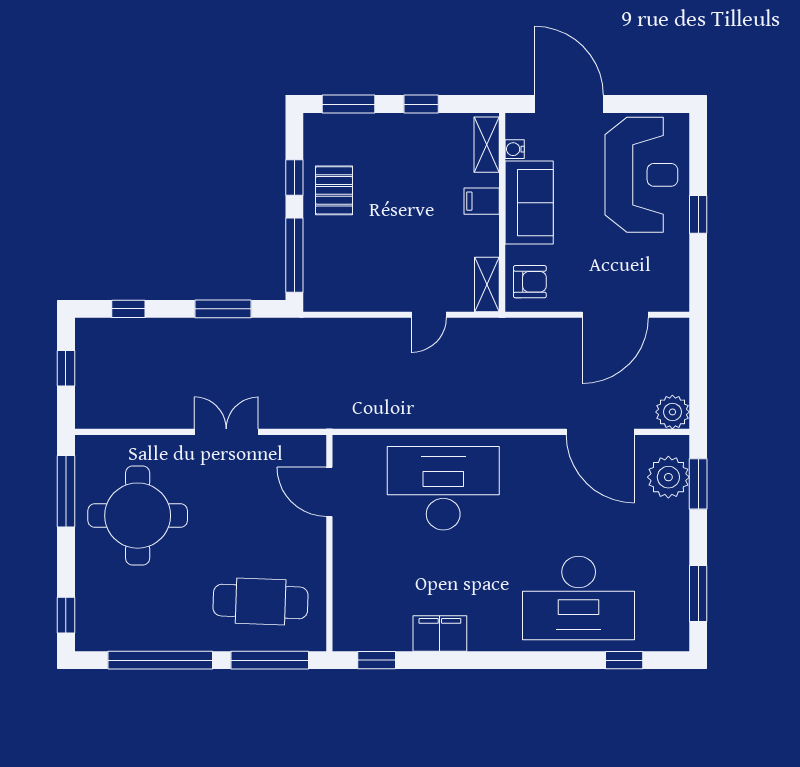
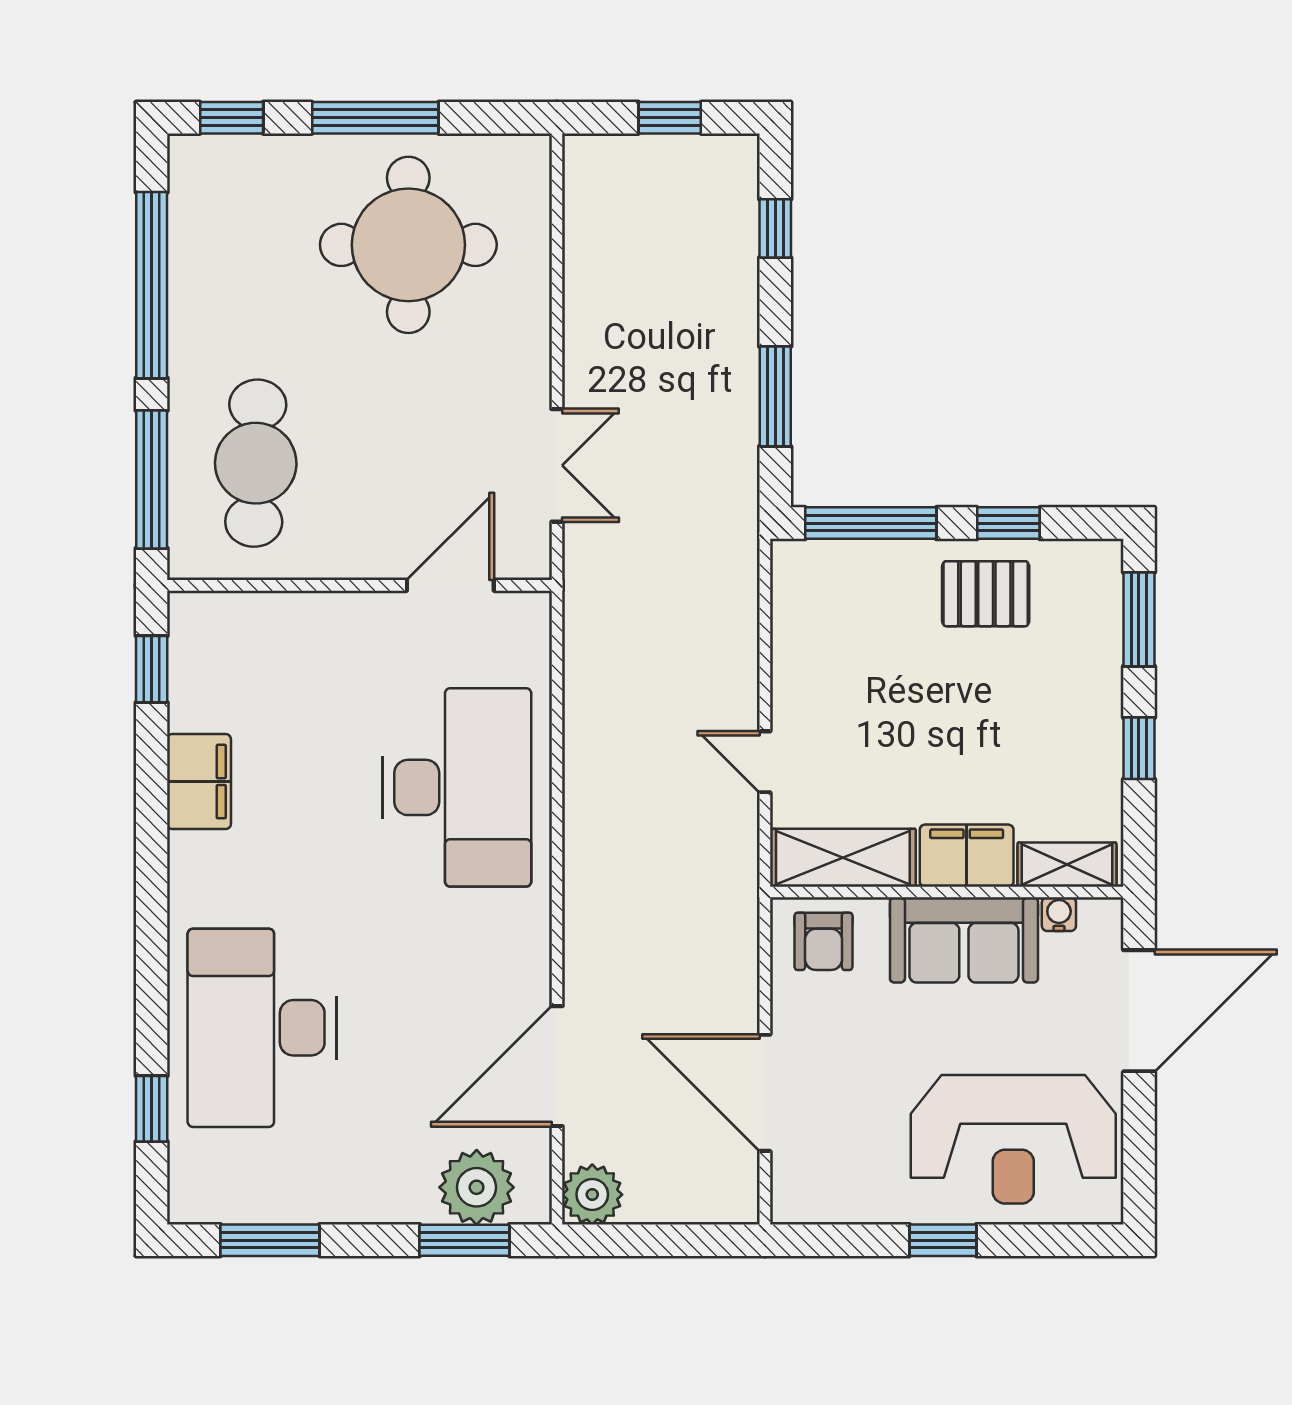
filing cabinet: (482, 201) -> (967, 856), width x2.00
shelving: (487, 284) -> (843, 858), width x1.50, depth x1.33
double door: (226, 432) -> (557, 465), moved
window: (66, 491) -> (375, 118), moved

